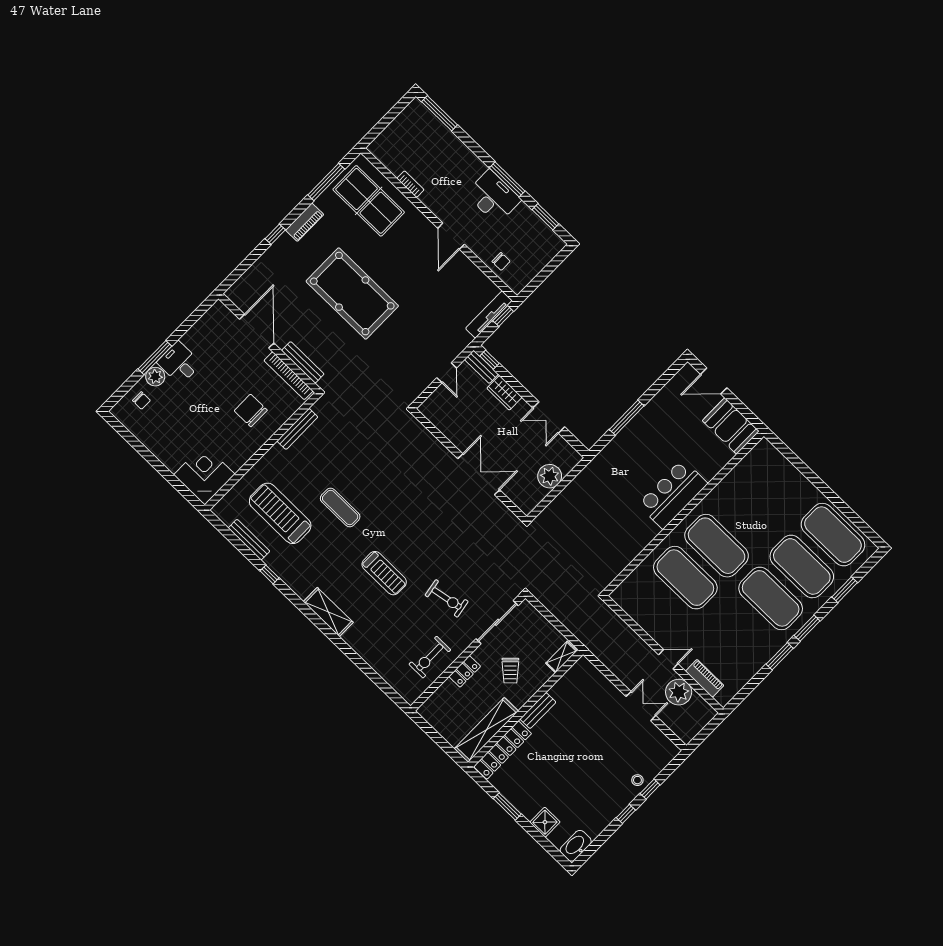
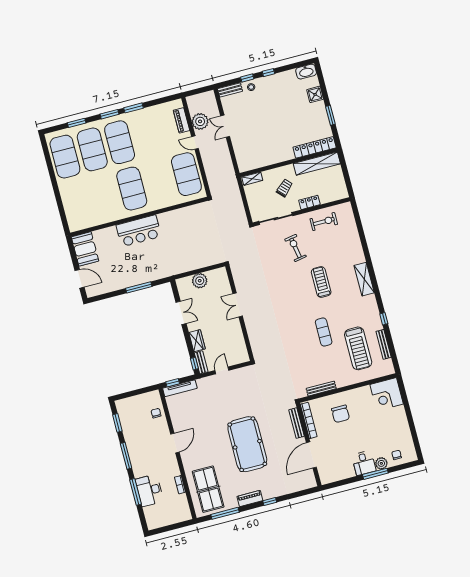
window: (439, 113) -> (135, 492), moved
desk: (493, 197) -> (149, 490), moved
double door: (479, 474) -> (238, 305), width x0.73
exercise mat: (685, 578) -> (186, 174), moved
bench: (538, 711) -> (230, 90), moved

